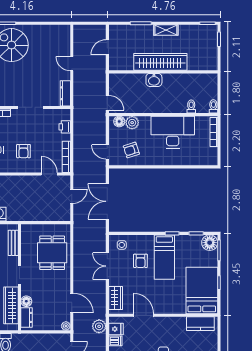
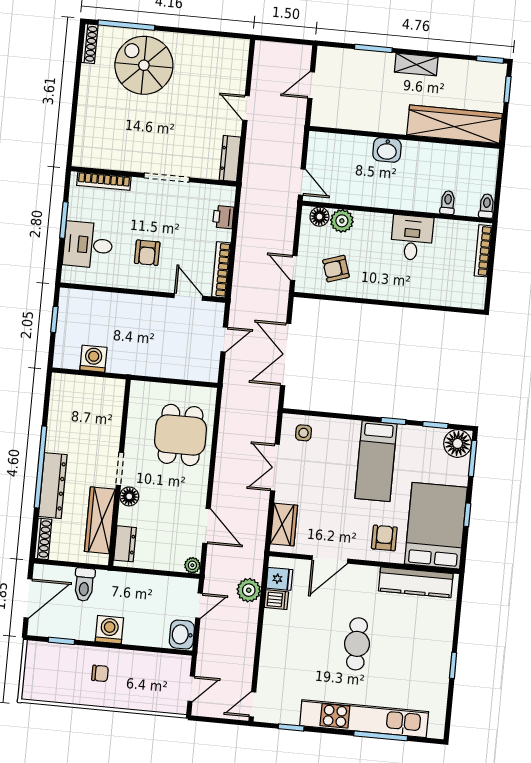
wardrobe: (160, 62) -> (455, 124), moved
desk: (173, 132) -> (412, 238), width x0.53, depth x0.77
bench: (13, 243) -> (114, 411), removed
armchair: (140, 261) -> (384, 538), moved, turned 180
floor lamp: (26, 301) -> (129, 496), moved
door: (143, 315) -> (330, 559), swing flipped
kitchen counter: (200, 324) -> (416, 582), width x1.50
plant: (99, 326) -> (249, 590), moved

